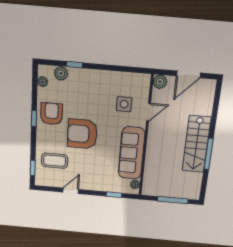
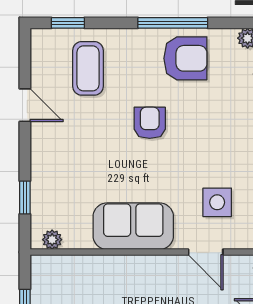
window: (34, 118) -> (173, 23), width x2.17
armchair: (82, 134) -> (150, 123), width x0.53, depth x0.53
sofa: (132, 153) -> (133, 226), width x0.73

